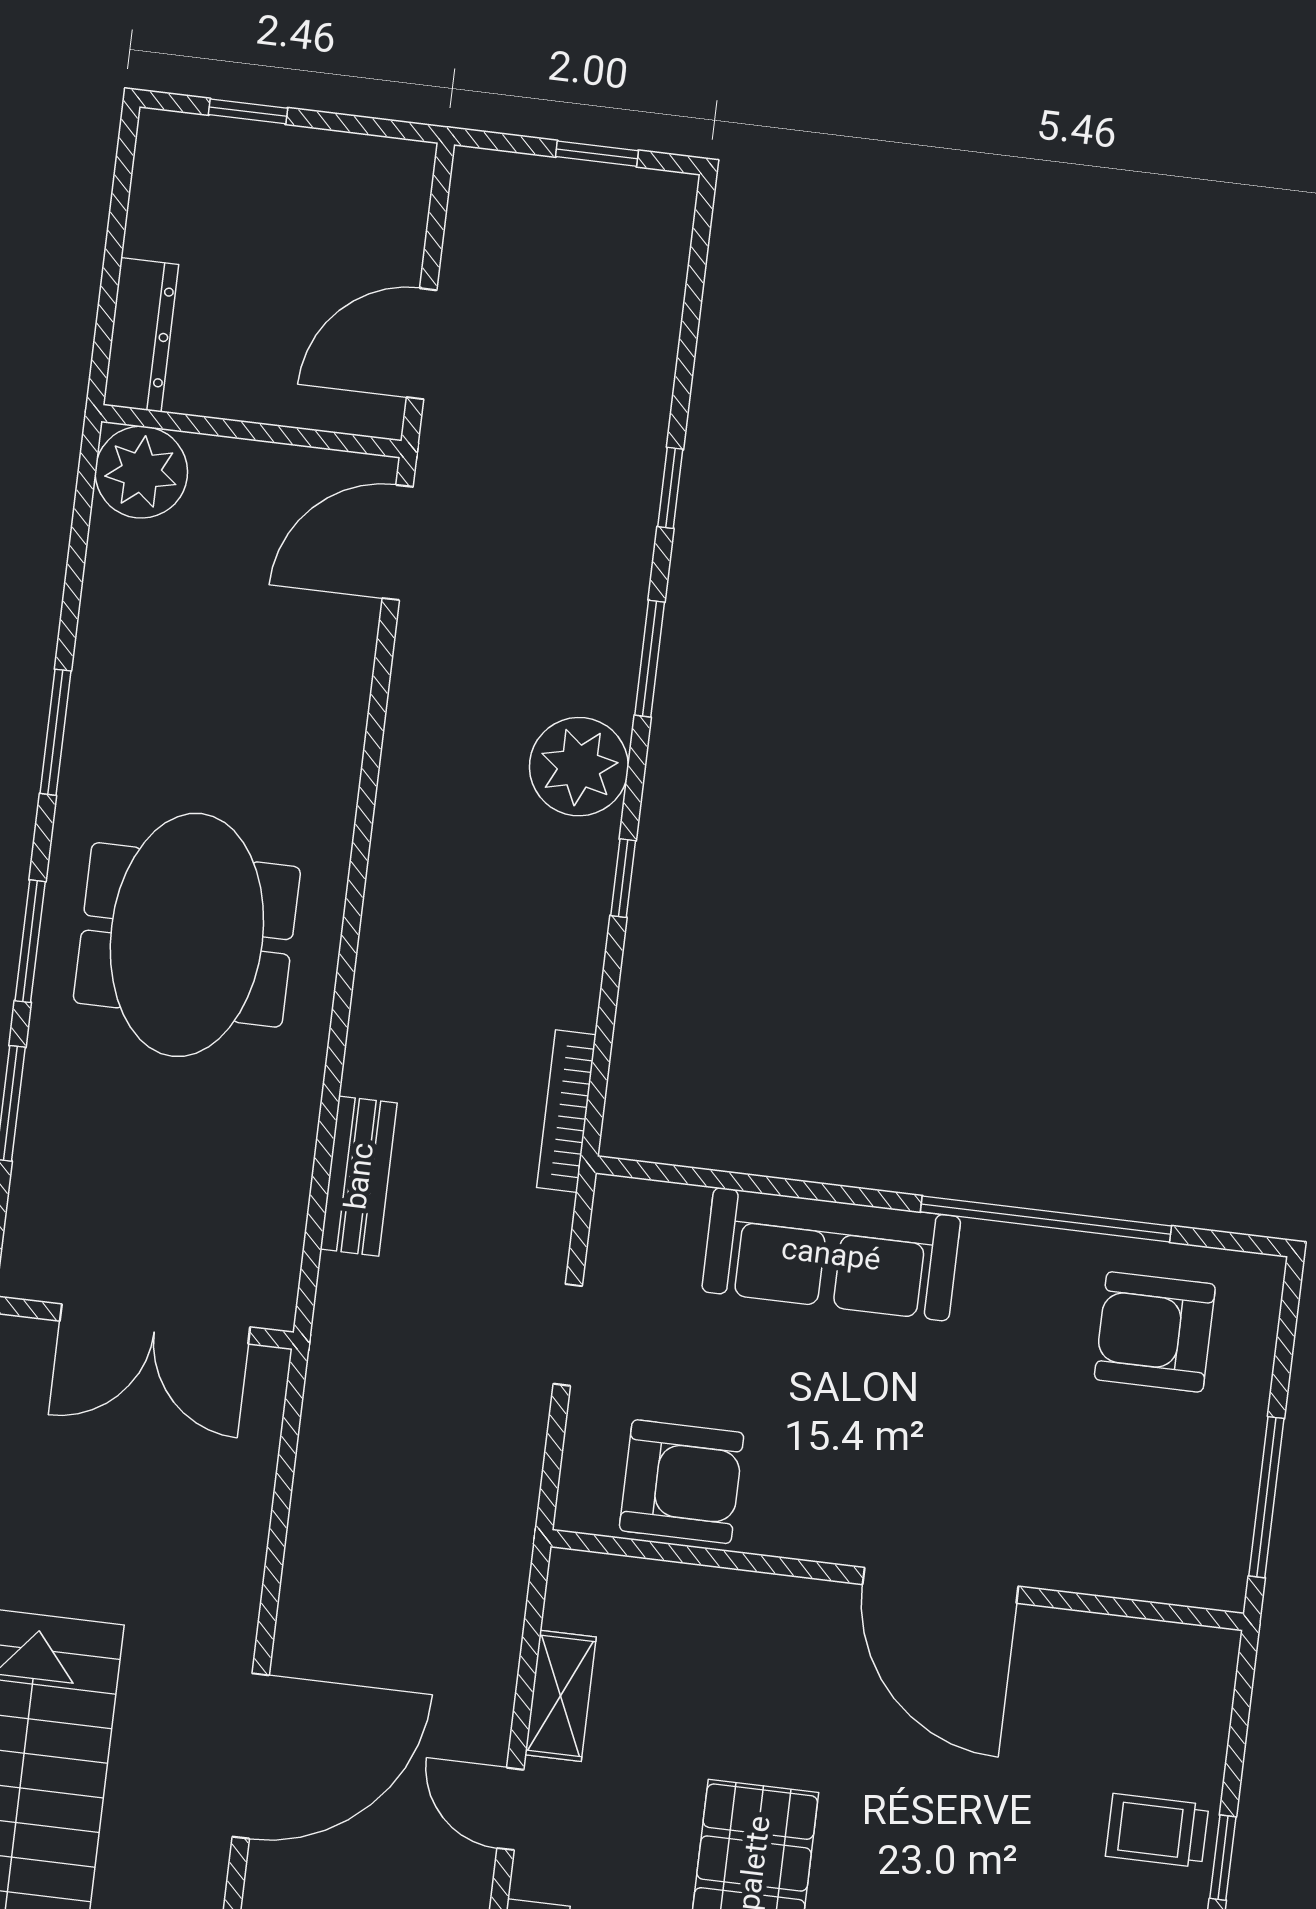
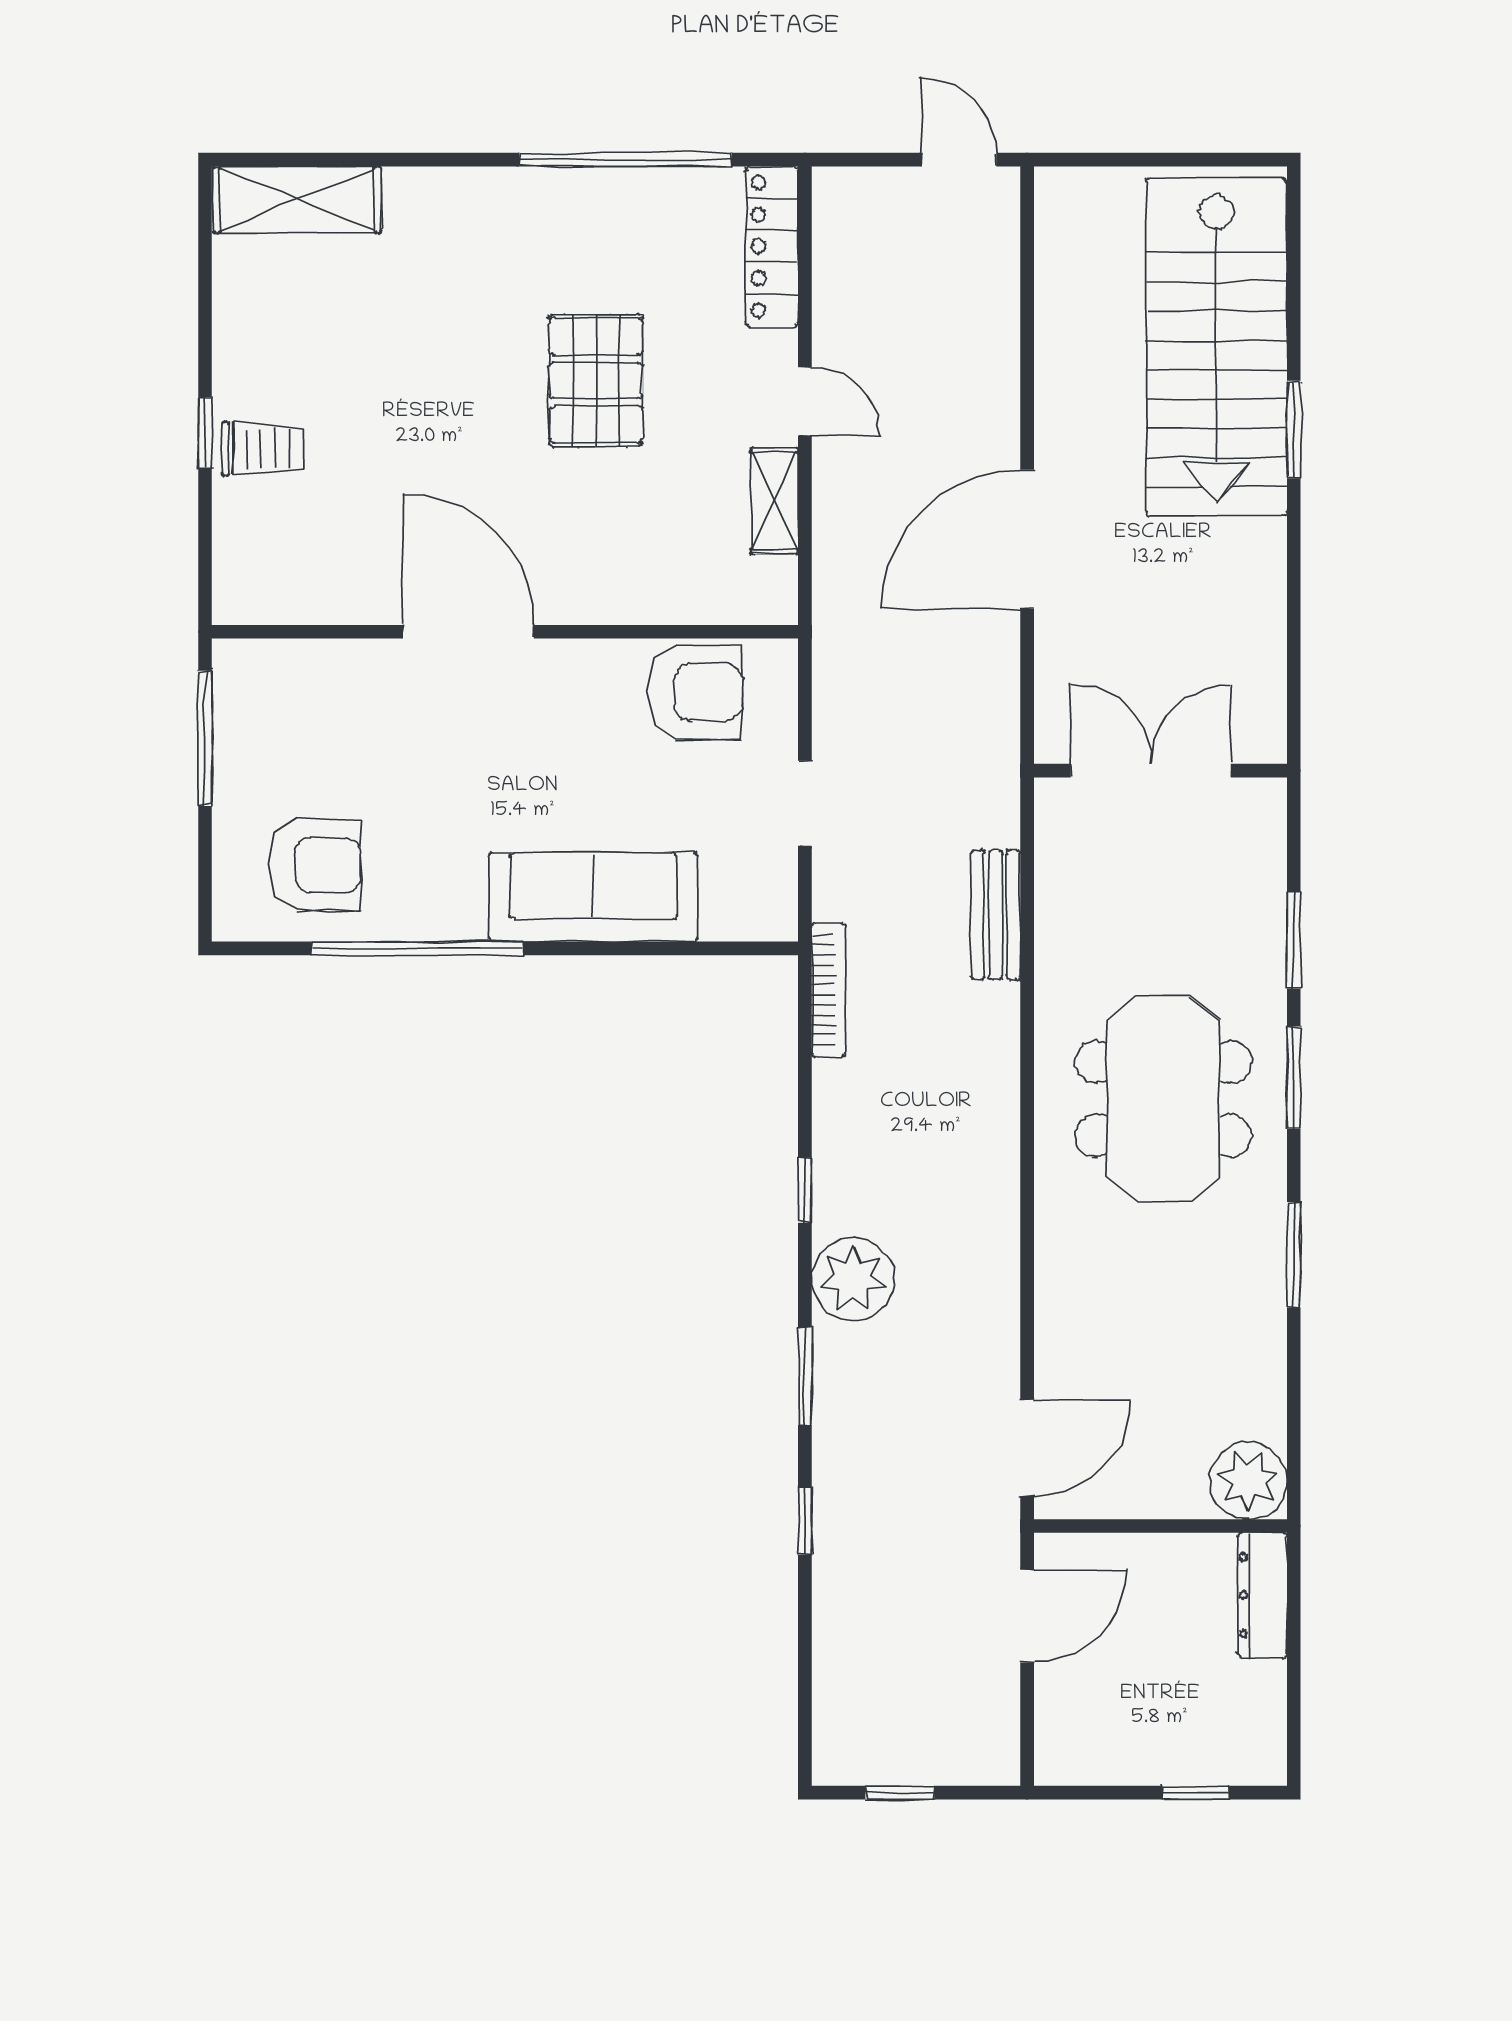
armchair: (682, 1482) -> (695, 692), turned 180
door: (251, 1756) -> (1027, 539), moved

